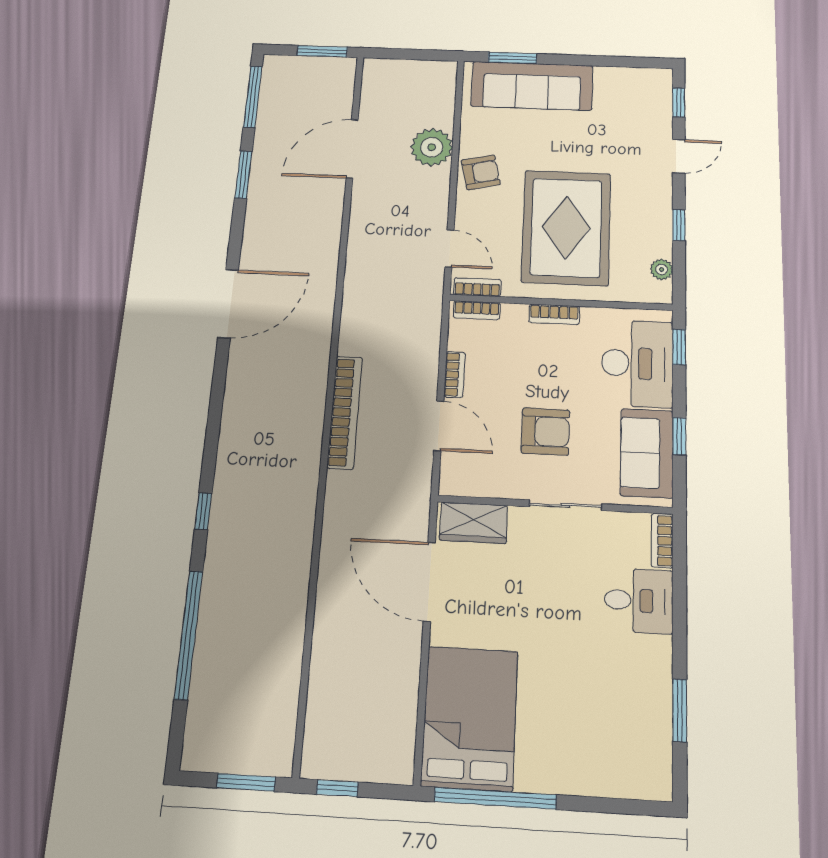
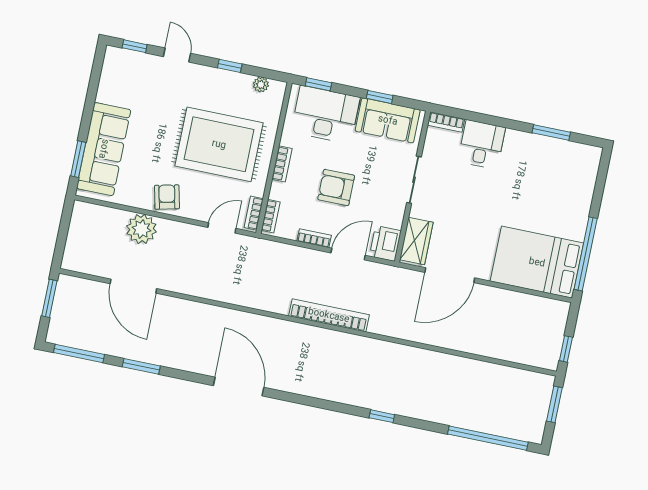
armchair: (545, 432) -> (336, 187), moved, turned -90
printer: (463, 477) -> (385, 243), added
window: (189, 635) -> (488, 438), moved

